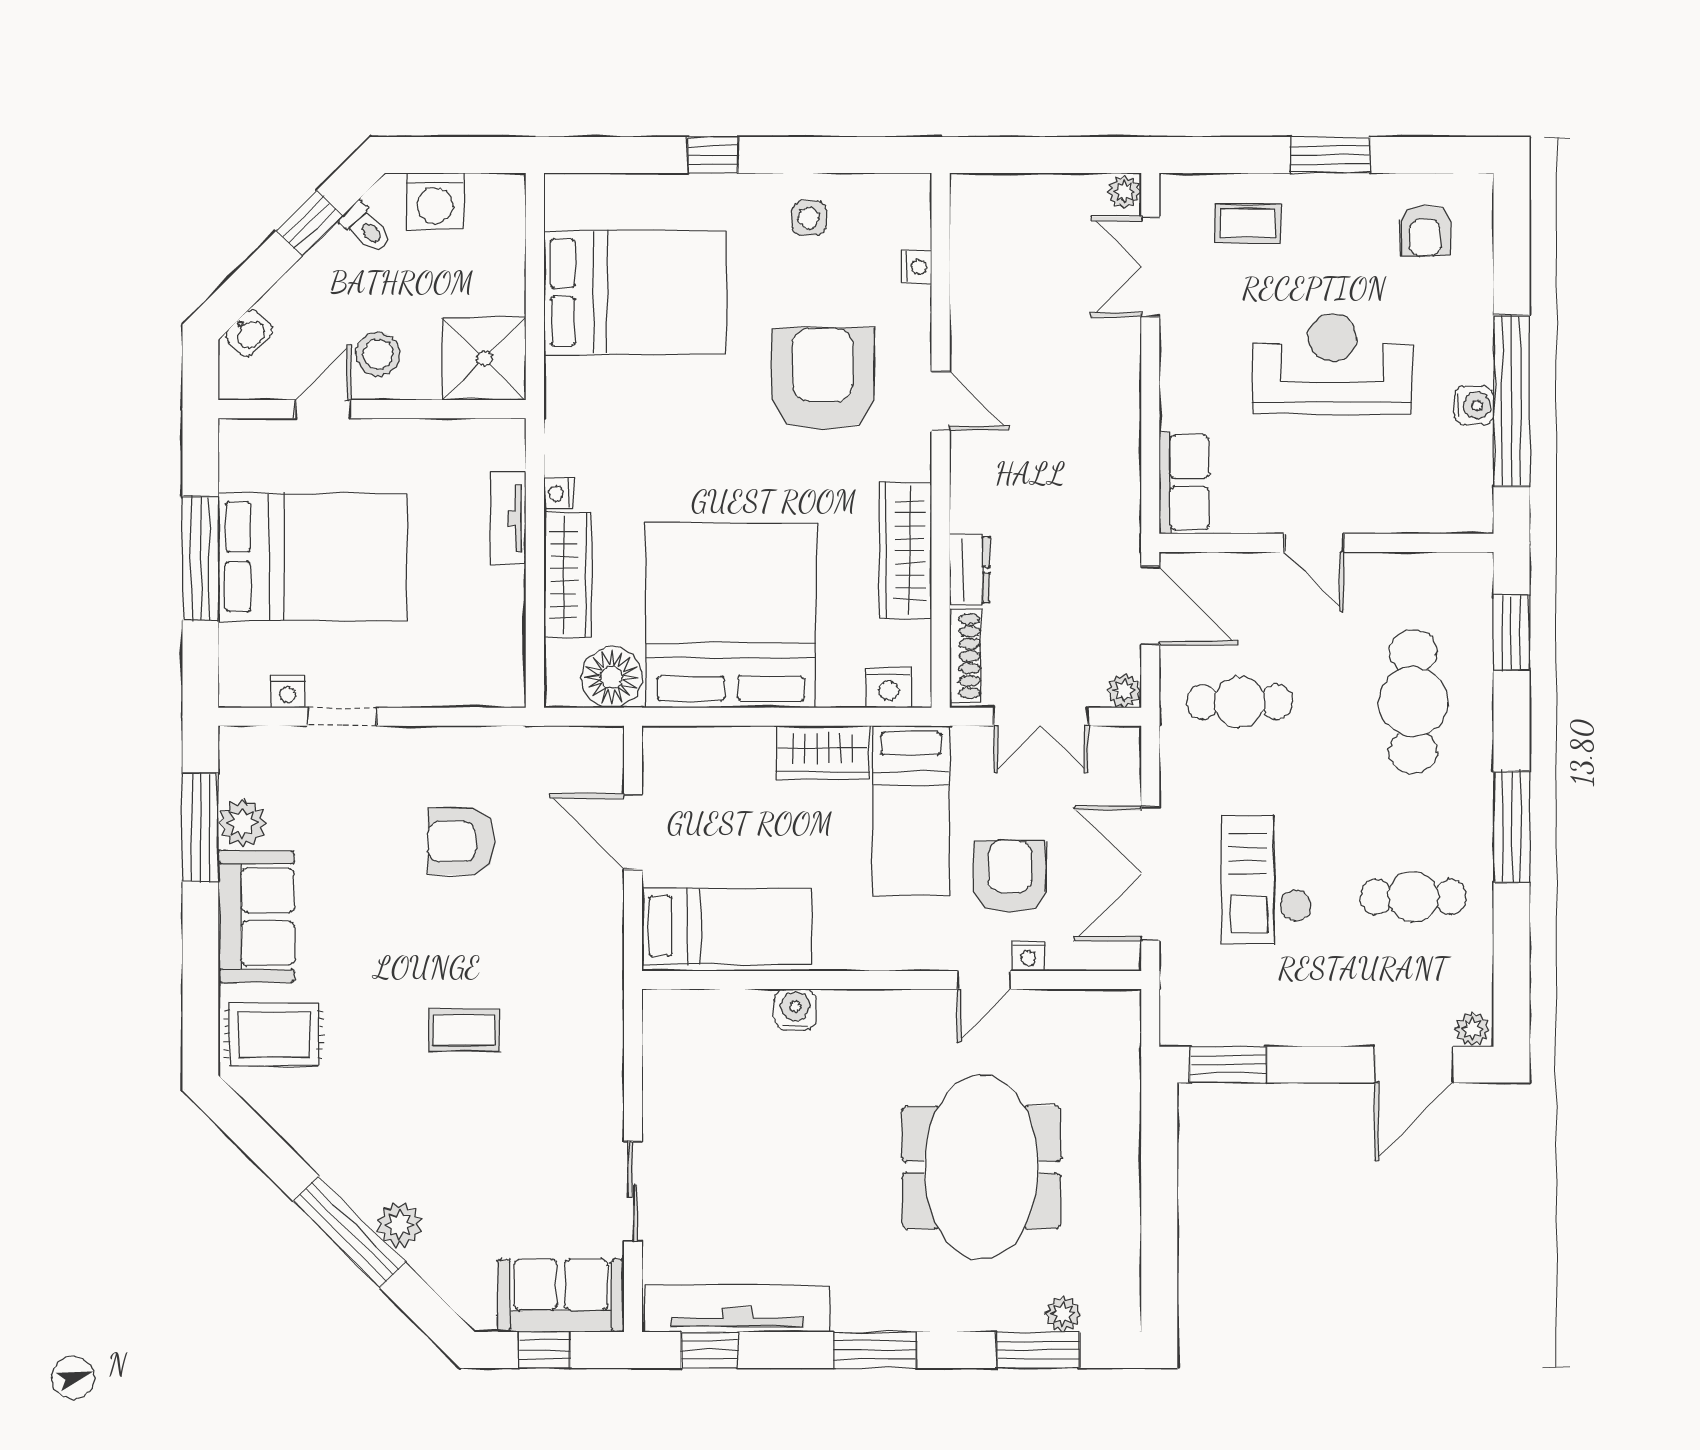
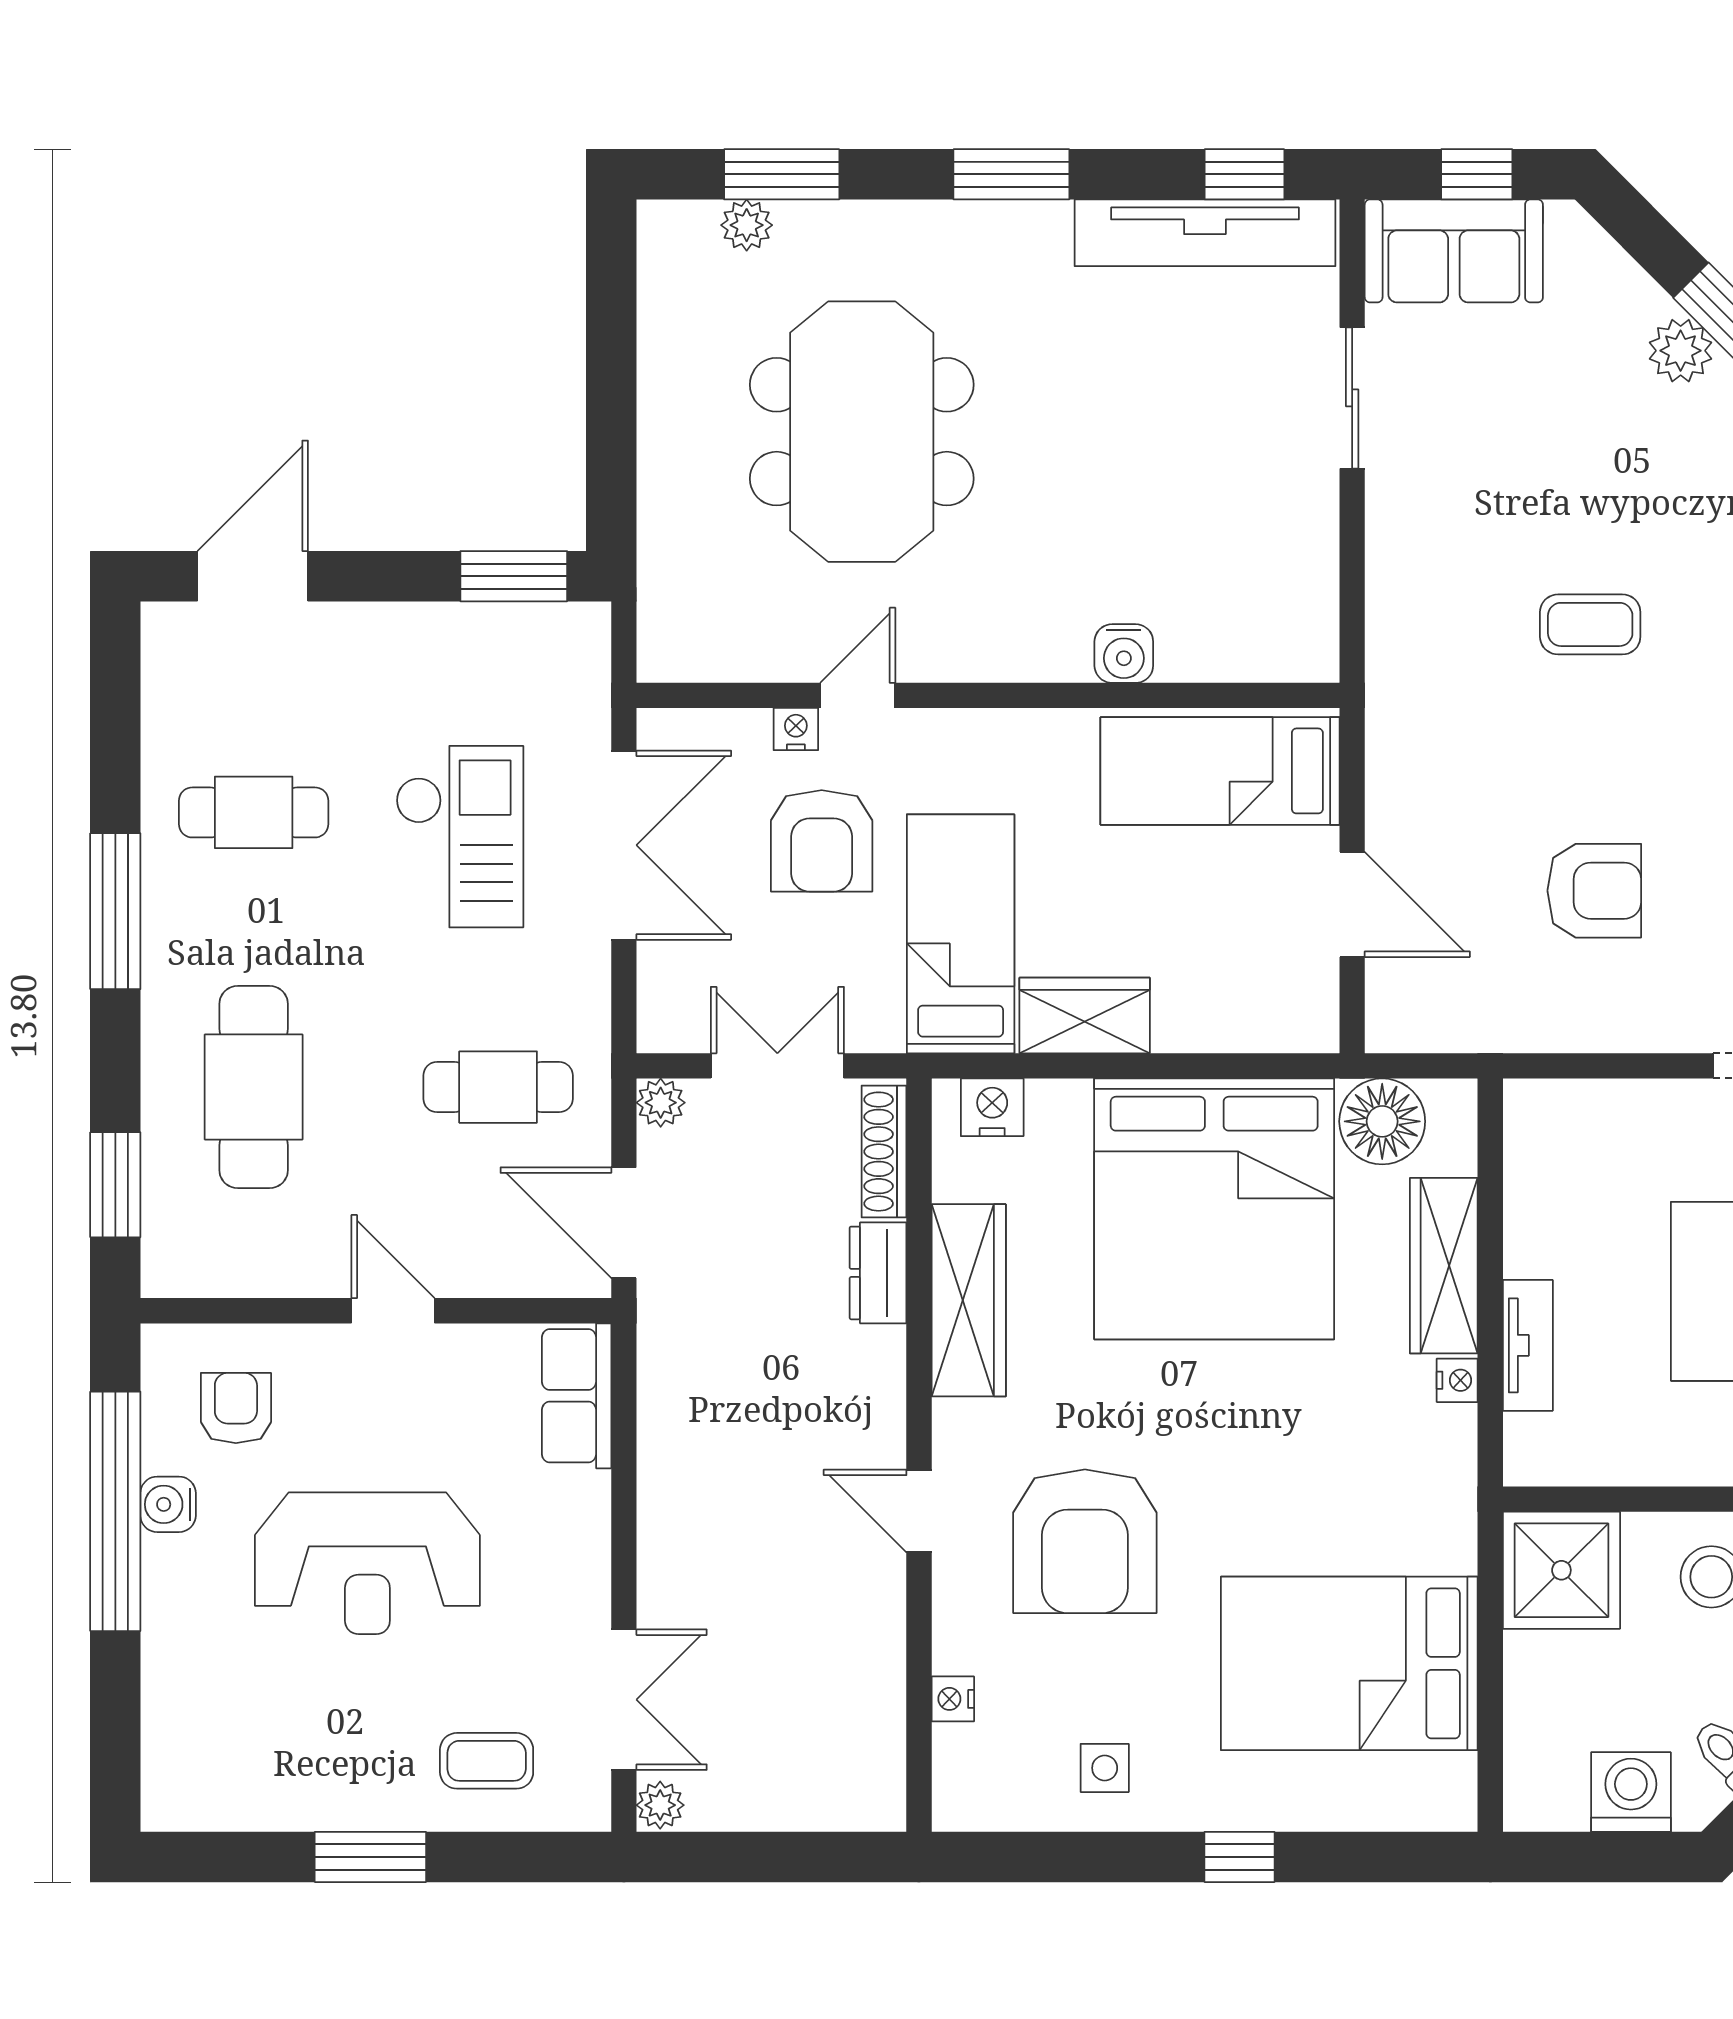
armchair: (1425, 231) -> (236, 1408), moved
plant: (1473, 1029) -> (170, 626), removed

